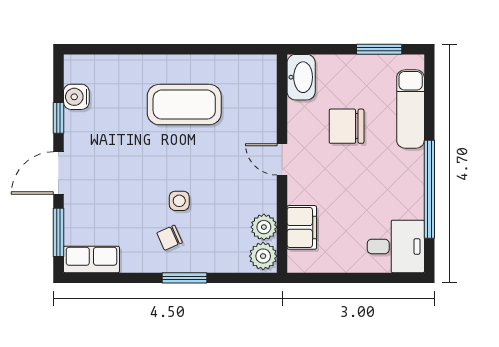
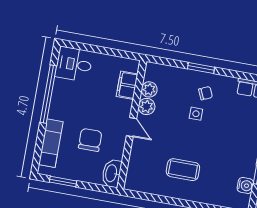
coffee table: (184, 105) -> (183, 170), width x0.73, depth x0.76
chair: (347, 126) -> (90, 140), turned -90
plant: (263, 256) -> (147, 107), moved

